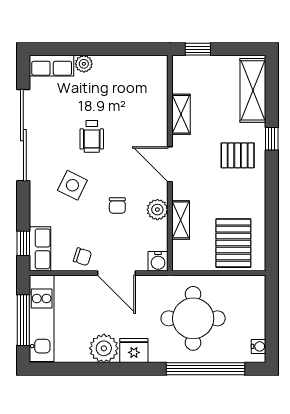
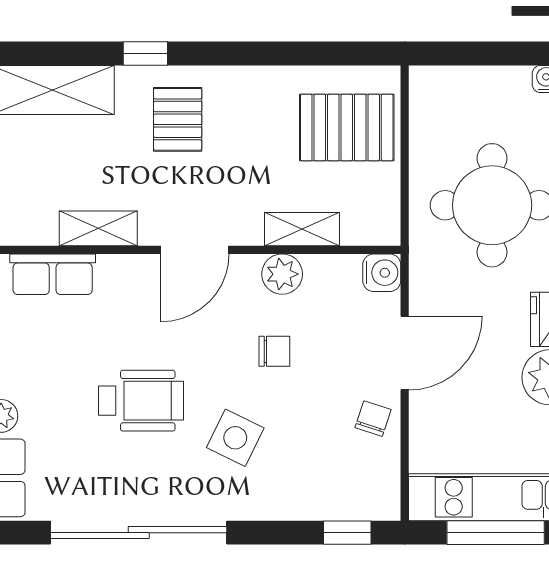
wheelchair: (92, 136) -> (141, 401), width x1.36, depth x1.37
row of seats: (40, 249) -> (53, 274), moved, turned 180

